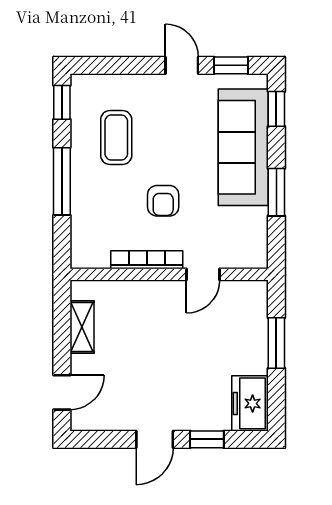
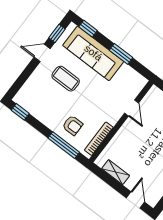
coffee table: (116, 138) -> (66, 79), moved
window: (62, 181) -> (64, 145), moved
armchair: (163, 201) -> (73, 125), moved
bookcase: (147, 260) -> (99, 139), moved

